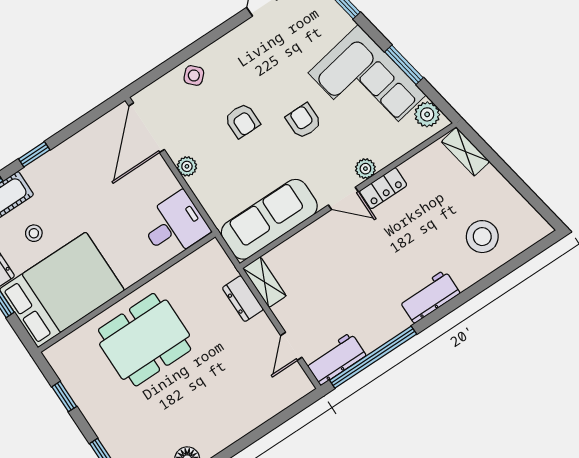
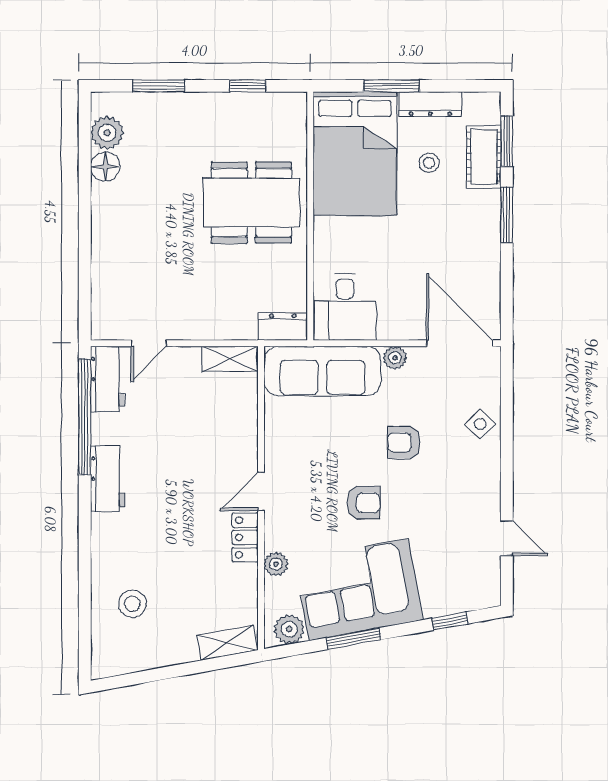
window: (34, 154) -> (507, 215), width x1.50
plant: (365, 169) -> (276, 564), moved
sofa: (269, 219) -> (322, 371), moved, turned 90
stool: (482, 237) -> (132, 604), width x0.73, depth x0.73
workbench: (430, 297) -> (108, 479), moved
dresser: (243, 299) -> (283, 327), moved
dining table: (145, 340) -> (251, 203), turned 90
door: (291, 346) -> (149, 343), swing flipped

